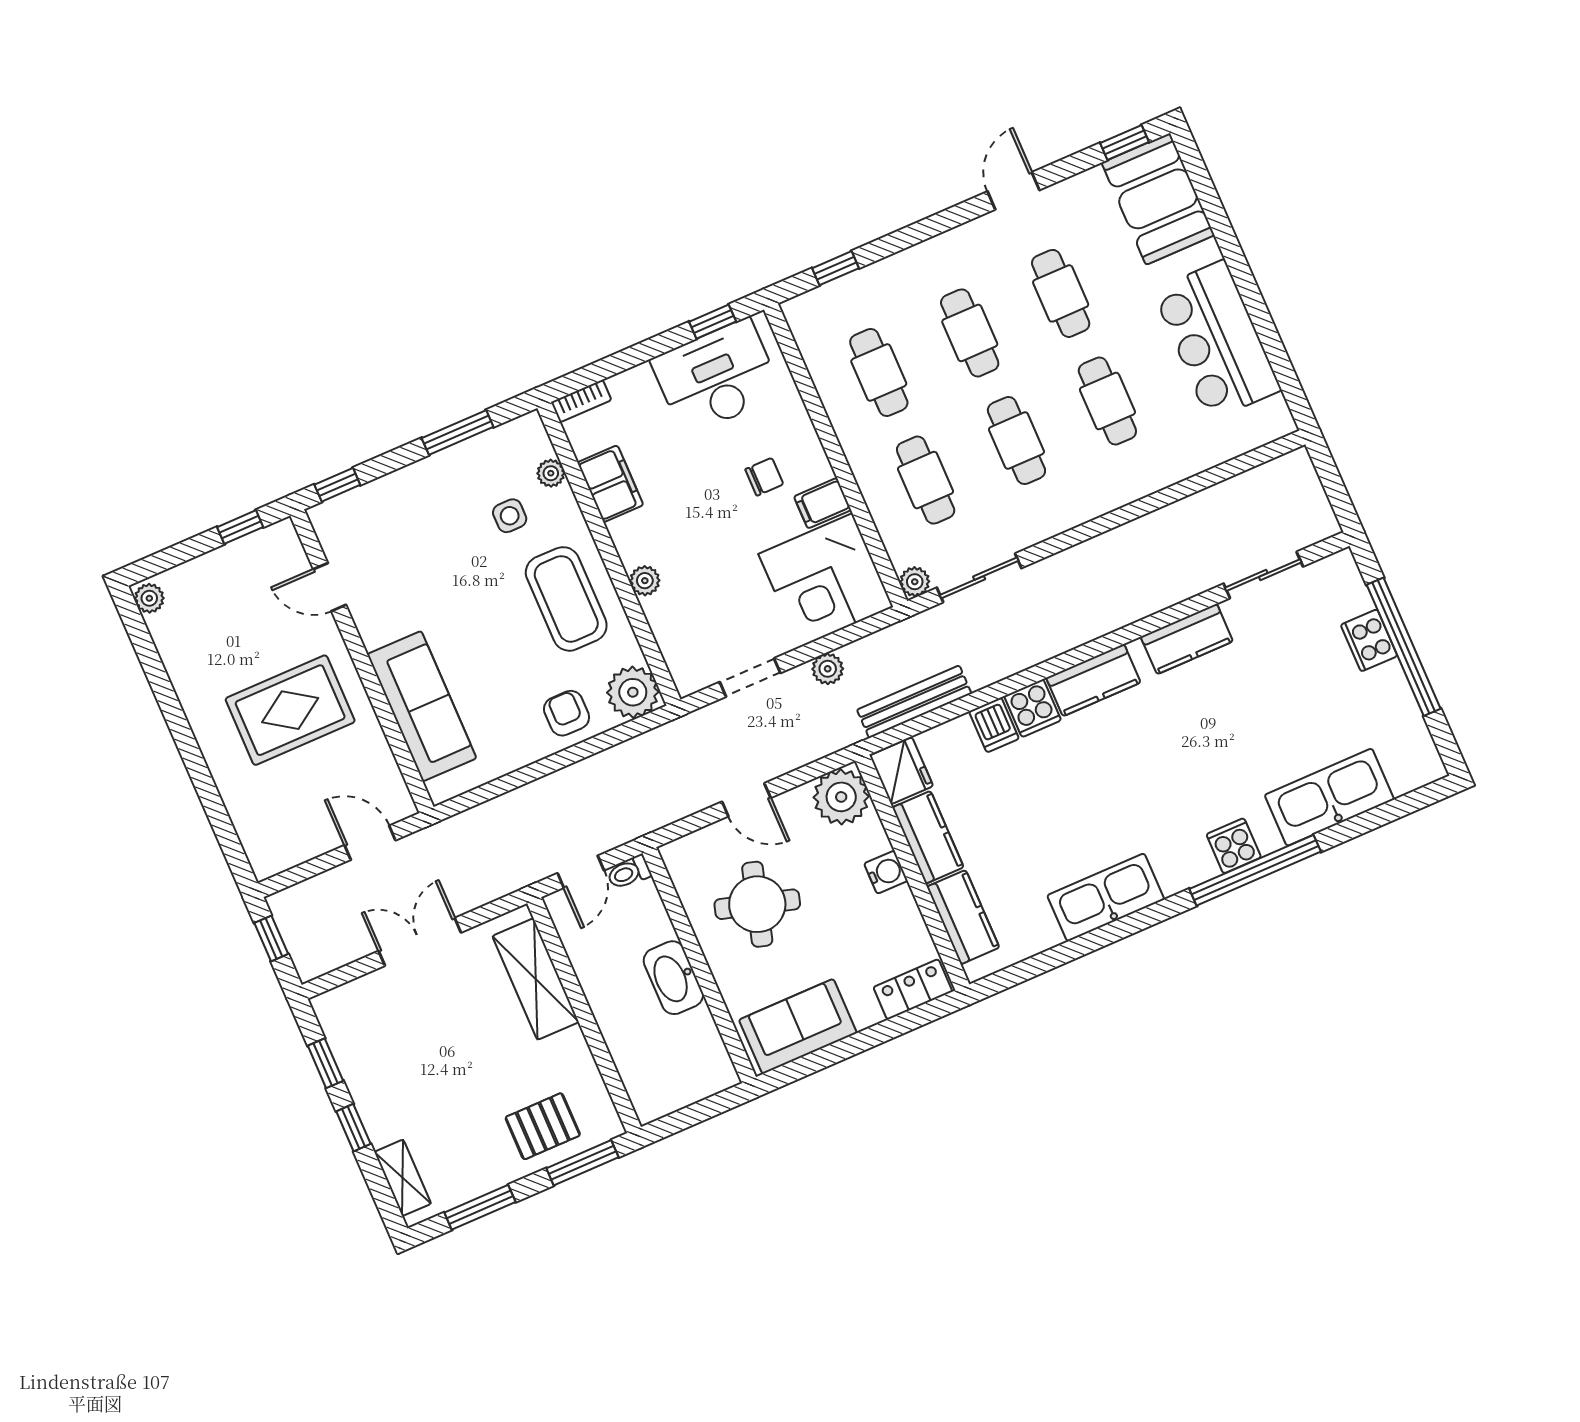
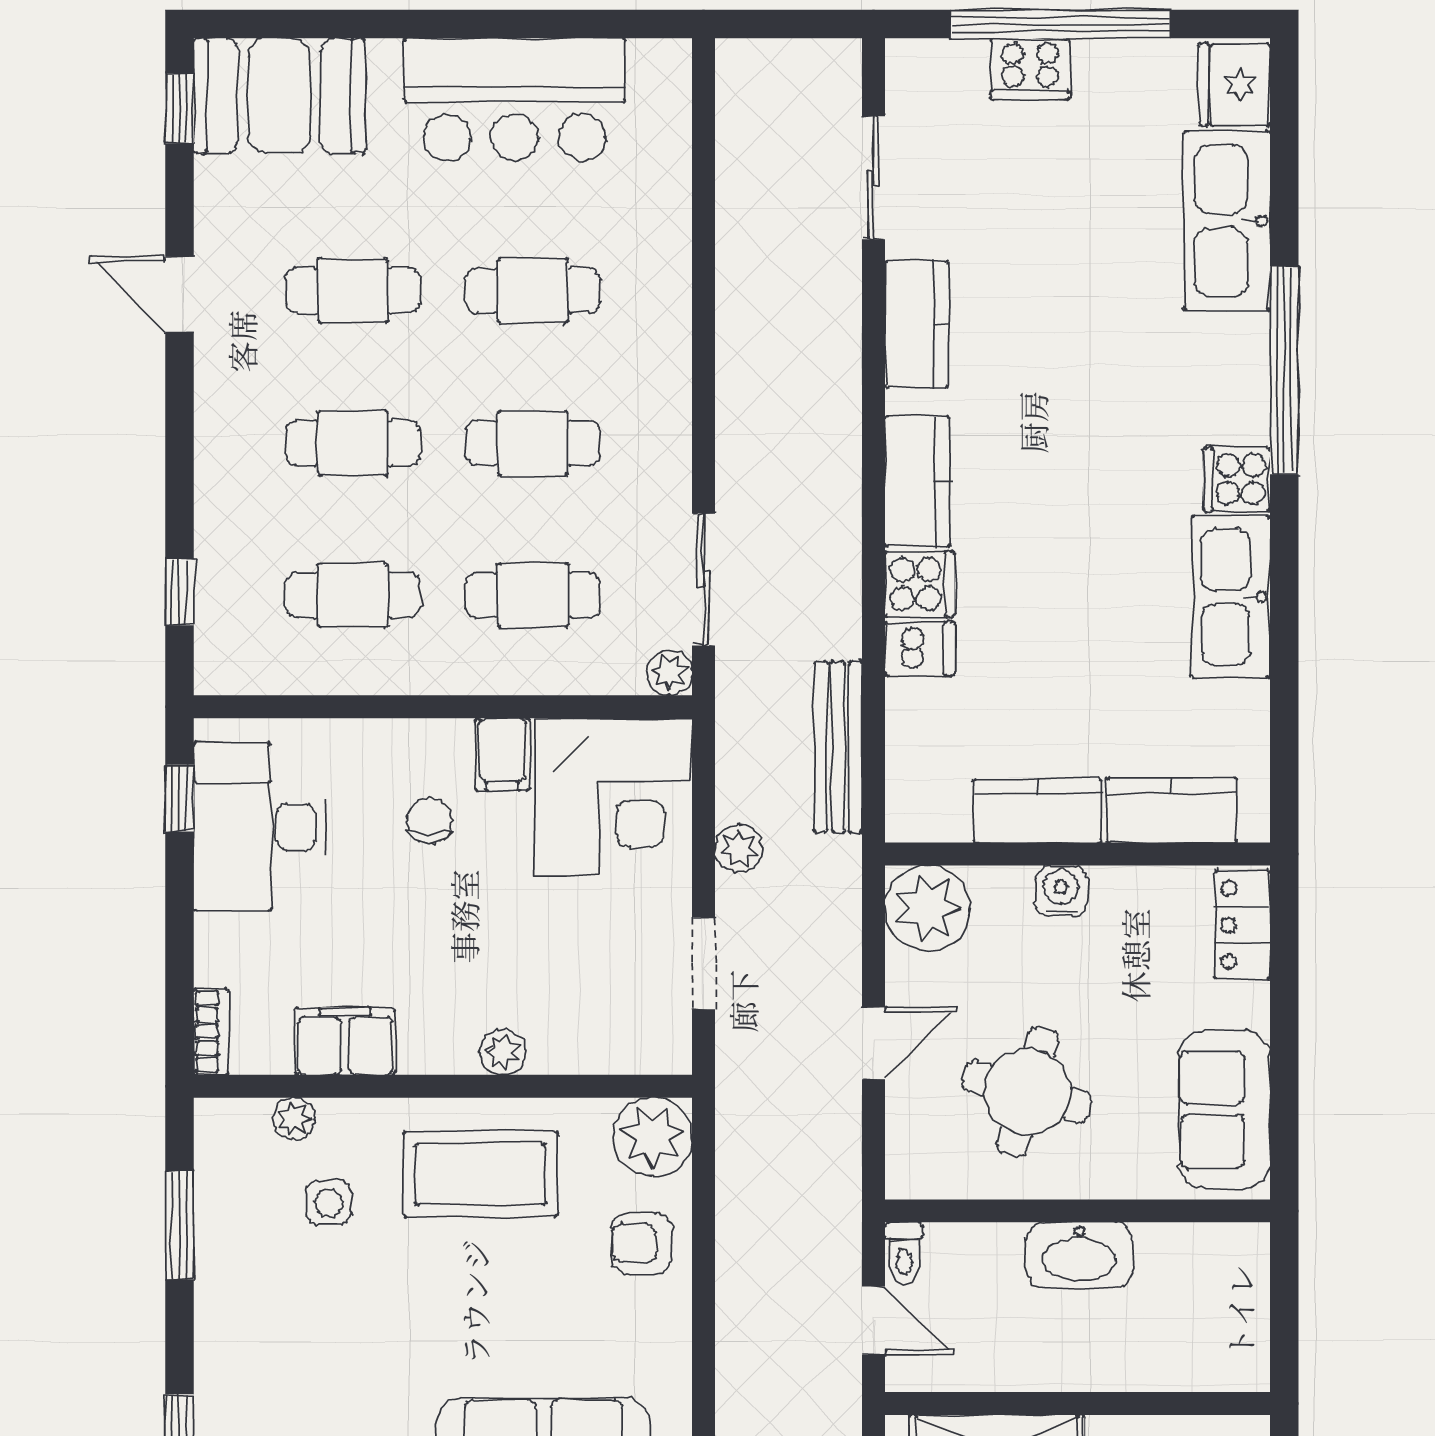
fridge: (901, 771) -> (1235, 85), moved, turned -90
cooker: (1234, 846) -> (1237, 479), moved

